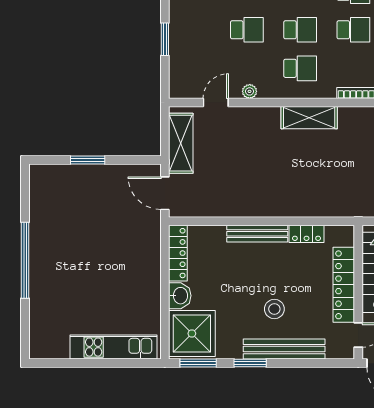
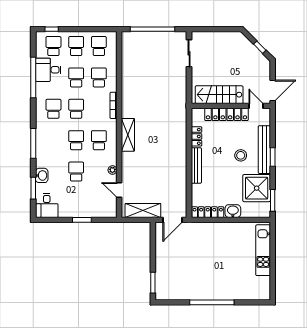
window: (88, 160) -> (153, 283), moved
shower: (192, 333) -> (257, 188), moved
window: (250, 363) -> (273, 157), moved

